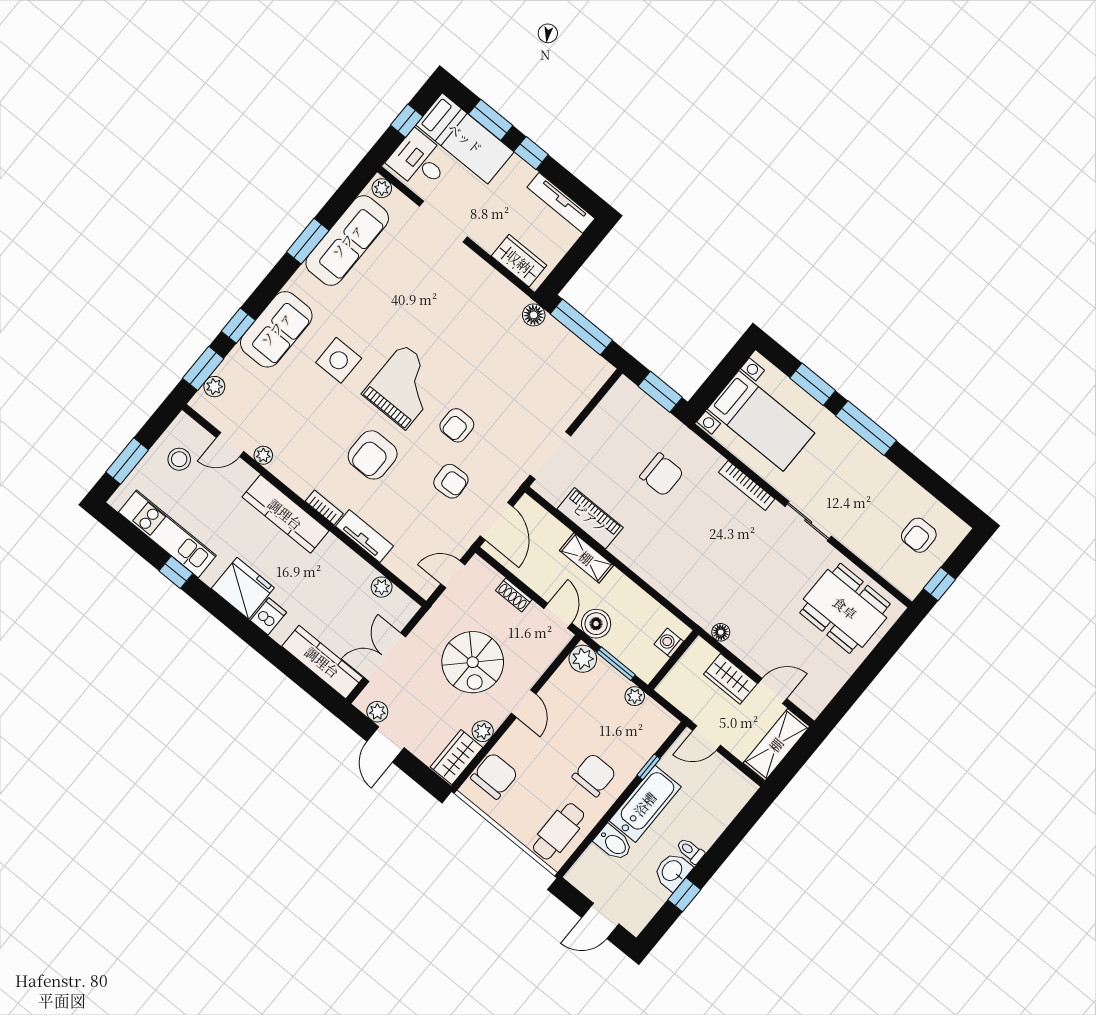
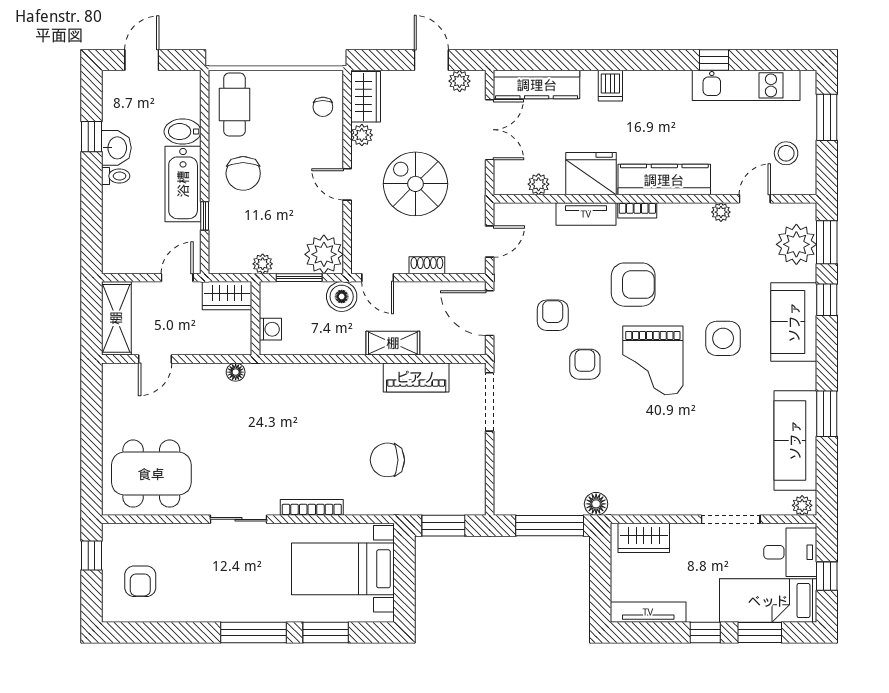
plant: (214, 387) -> (796, 244), width x1.87, depth x1.87
armchair: (373, 455) -> (633, 285), turned 90
armchair: (451, 481) -> (553, 315), turned 93
armchair: (919, 535) -> (140, 581), turned 180
fridge: (243, 588) -> (591, 174), moved, turned 180
plant: (583, 659) -> (324, 254), width x1.36, depth x1.36
wardrobe: (730, 679) -> (227, 296), moved, turned 180
chair: (494, 776) -> (323, 107), width x0.54, depth x0.54

